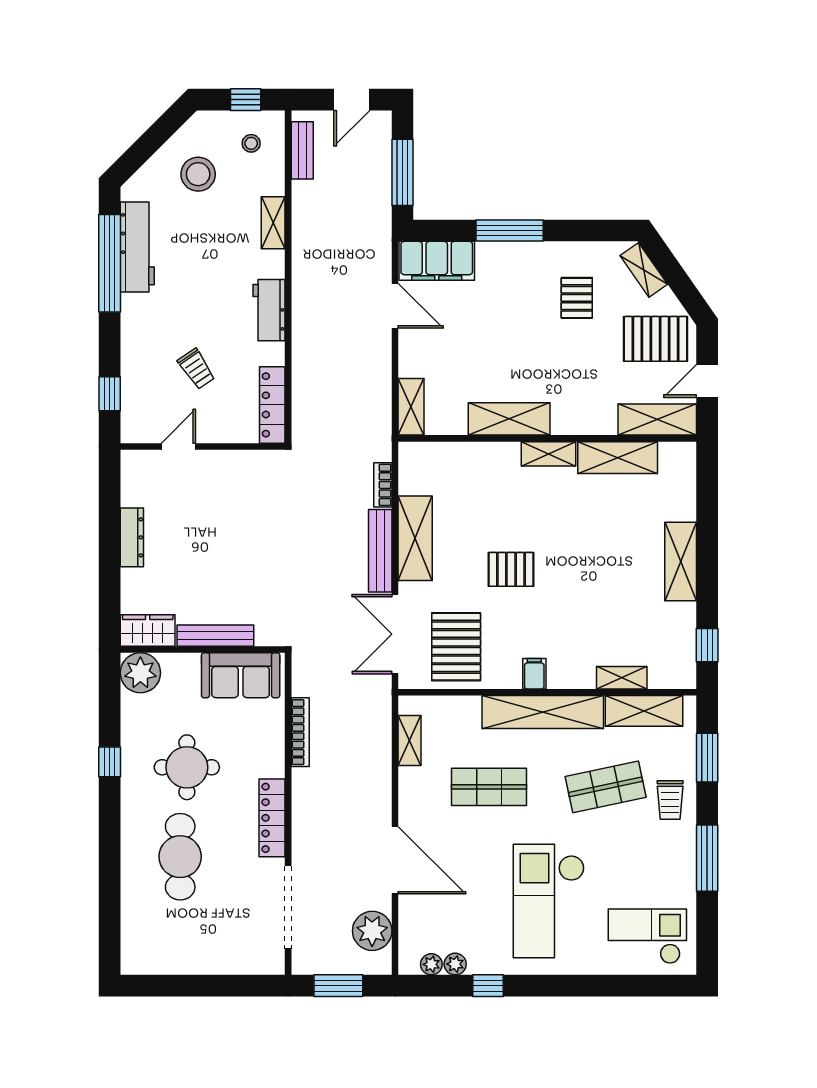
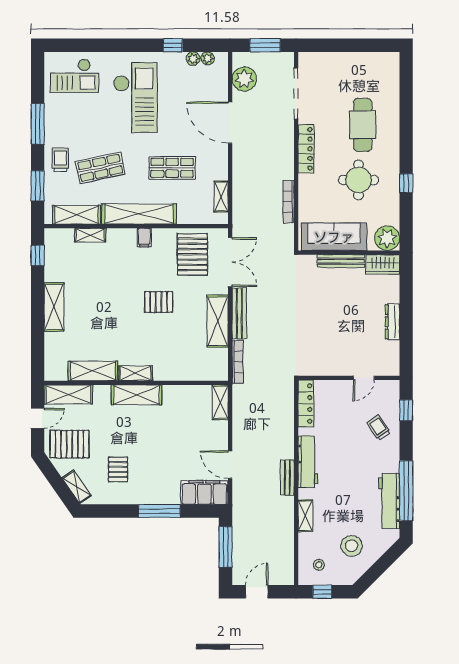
bench: (302, 150) -> (287, 478), moved
workbench: (269, 310) -> (308, 462), width x1.37
trolley: (196, 369) -> (379, 428), moved
shelving: (509, 419) -> (136, 395), moved
bookcase: (383, 485) -> (238, 362), width x1.56
sofa: (241, 675) -> (334, 237), width x1.36

